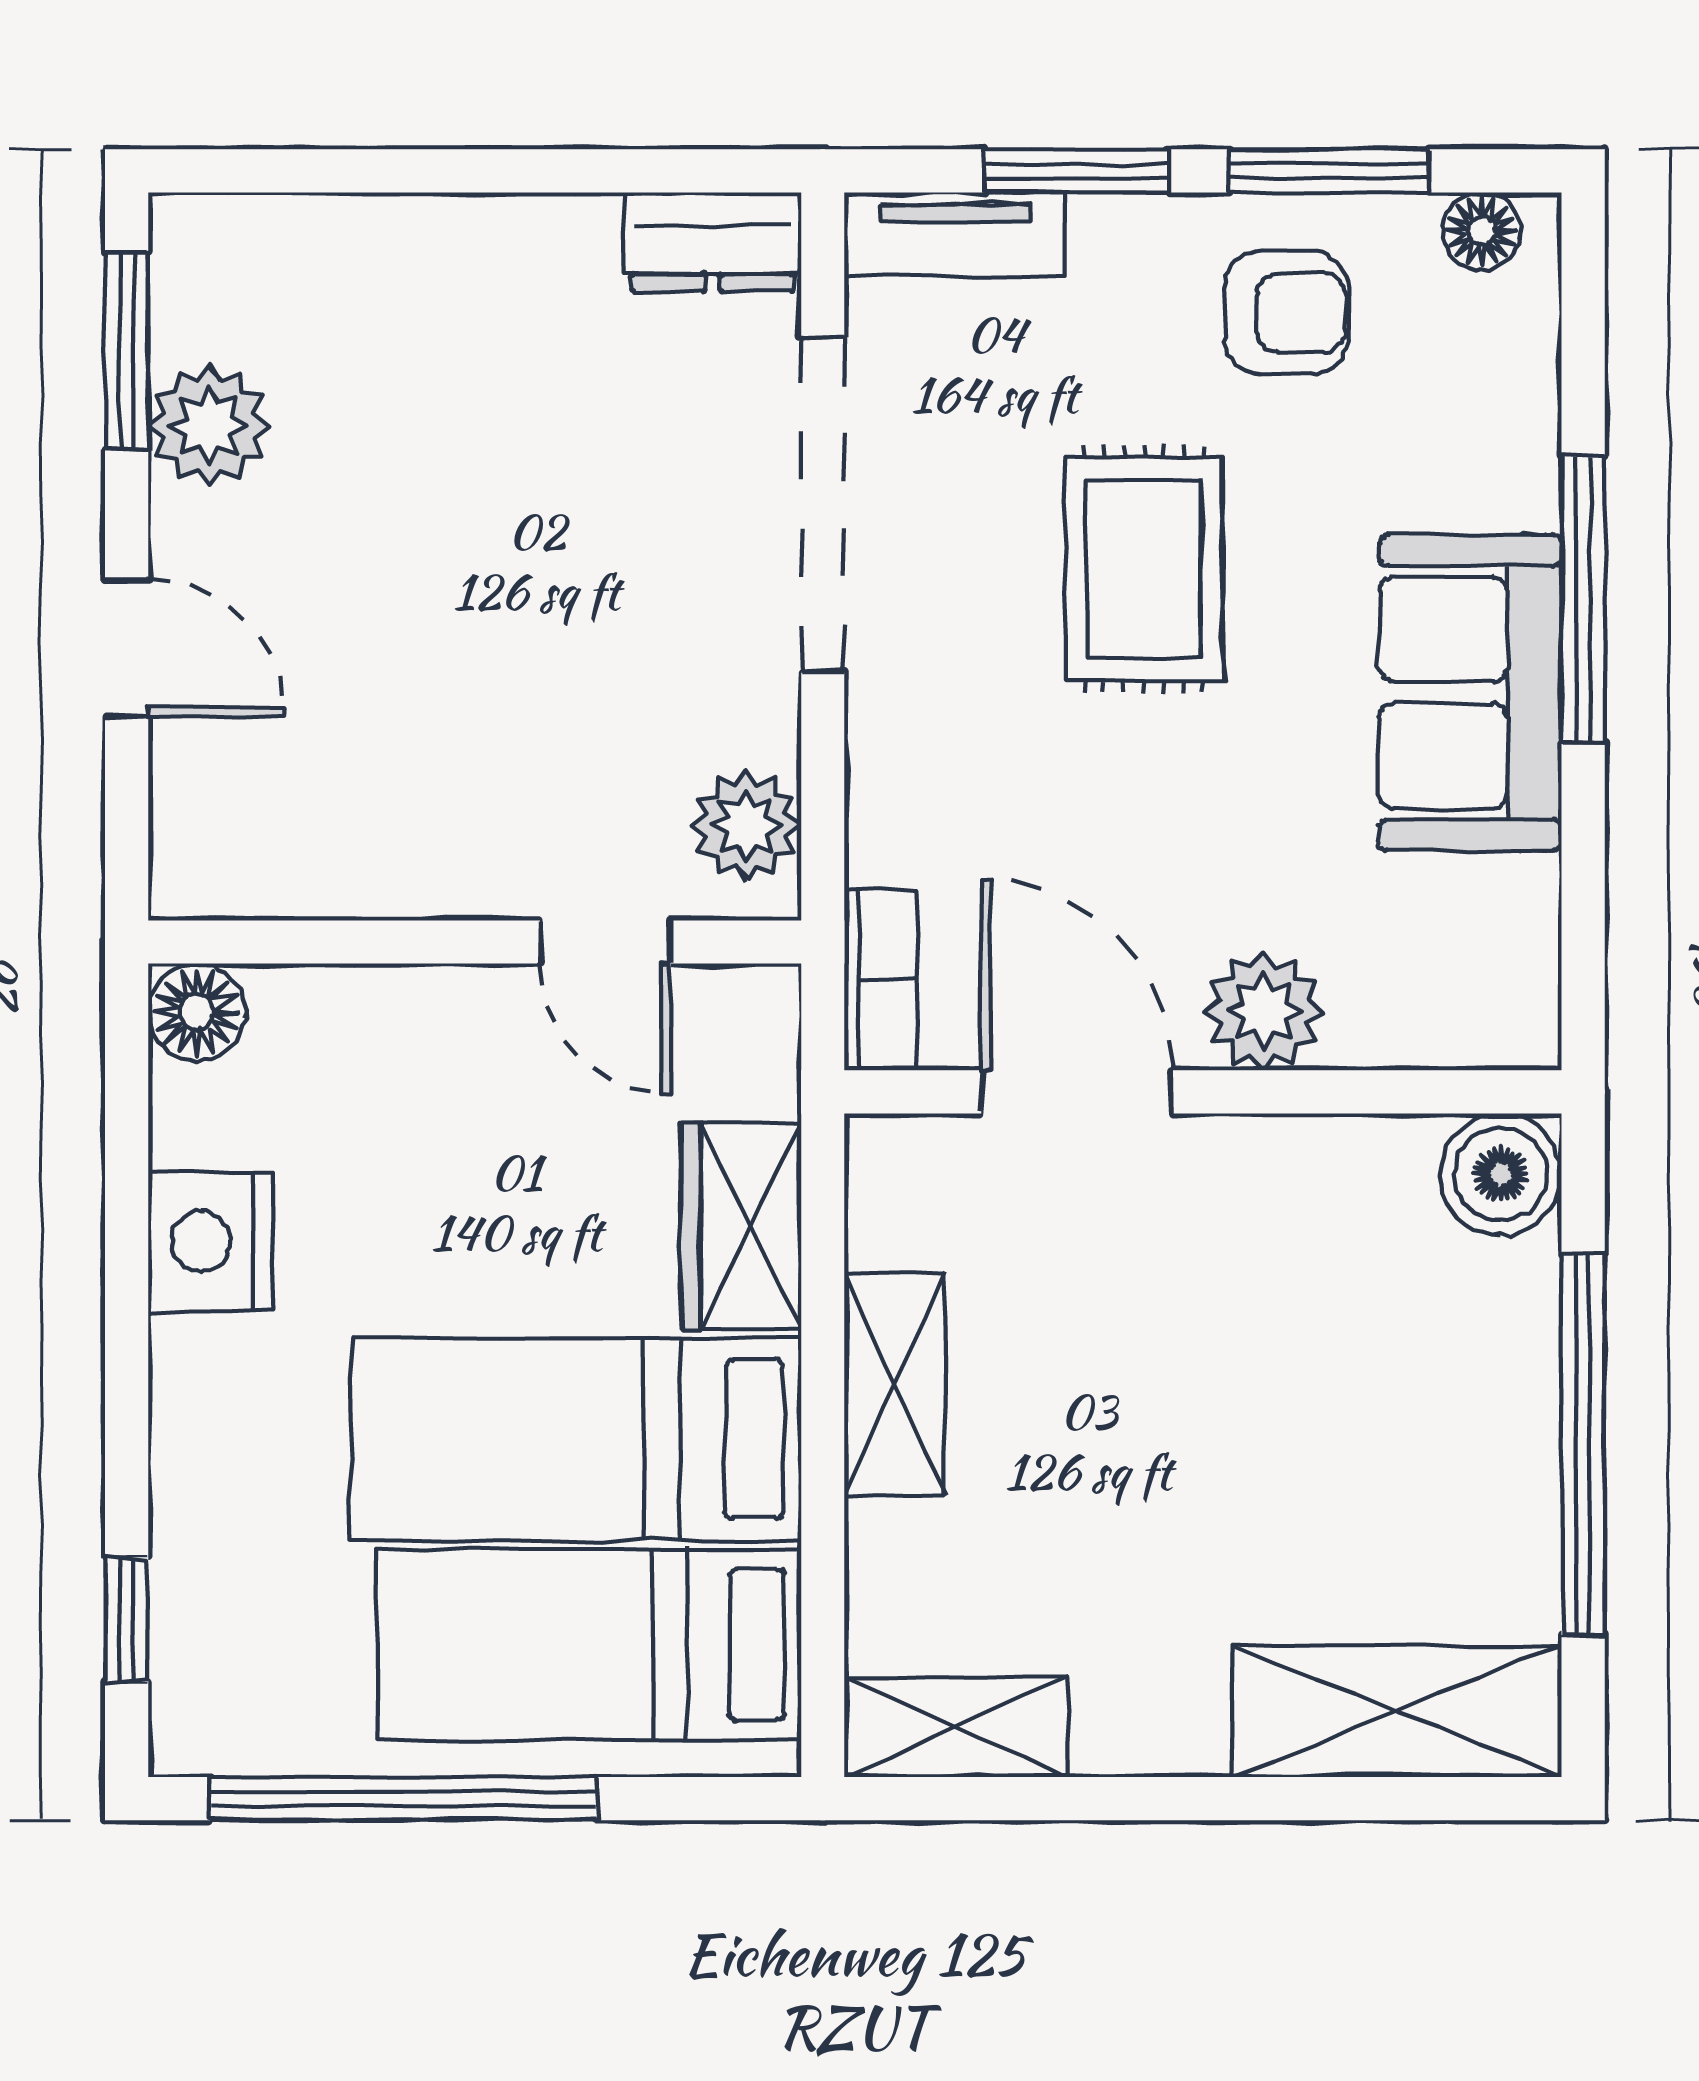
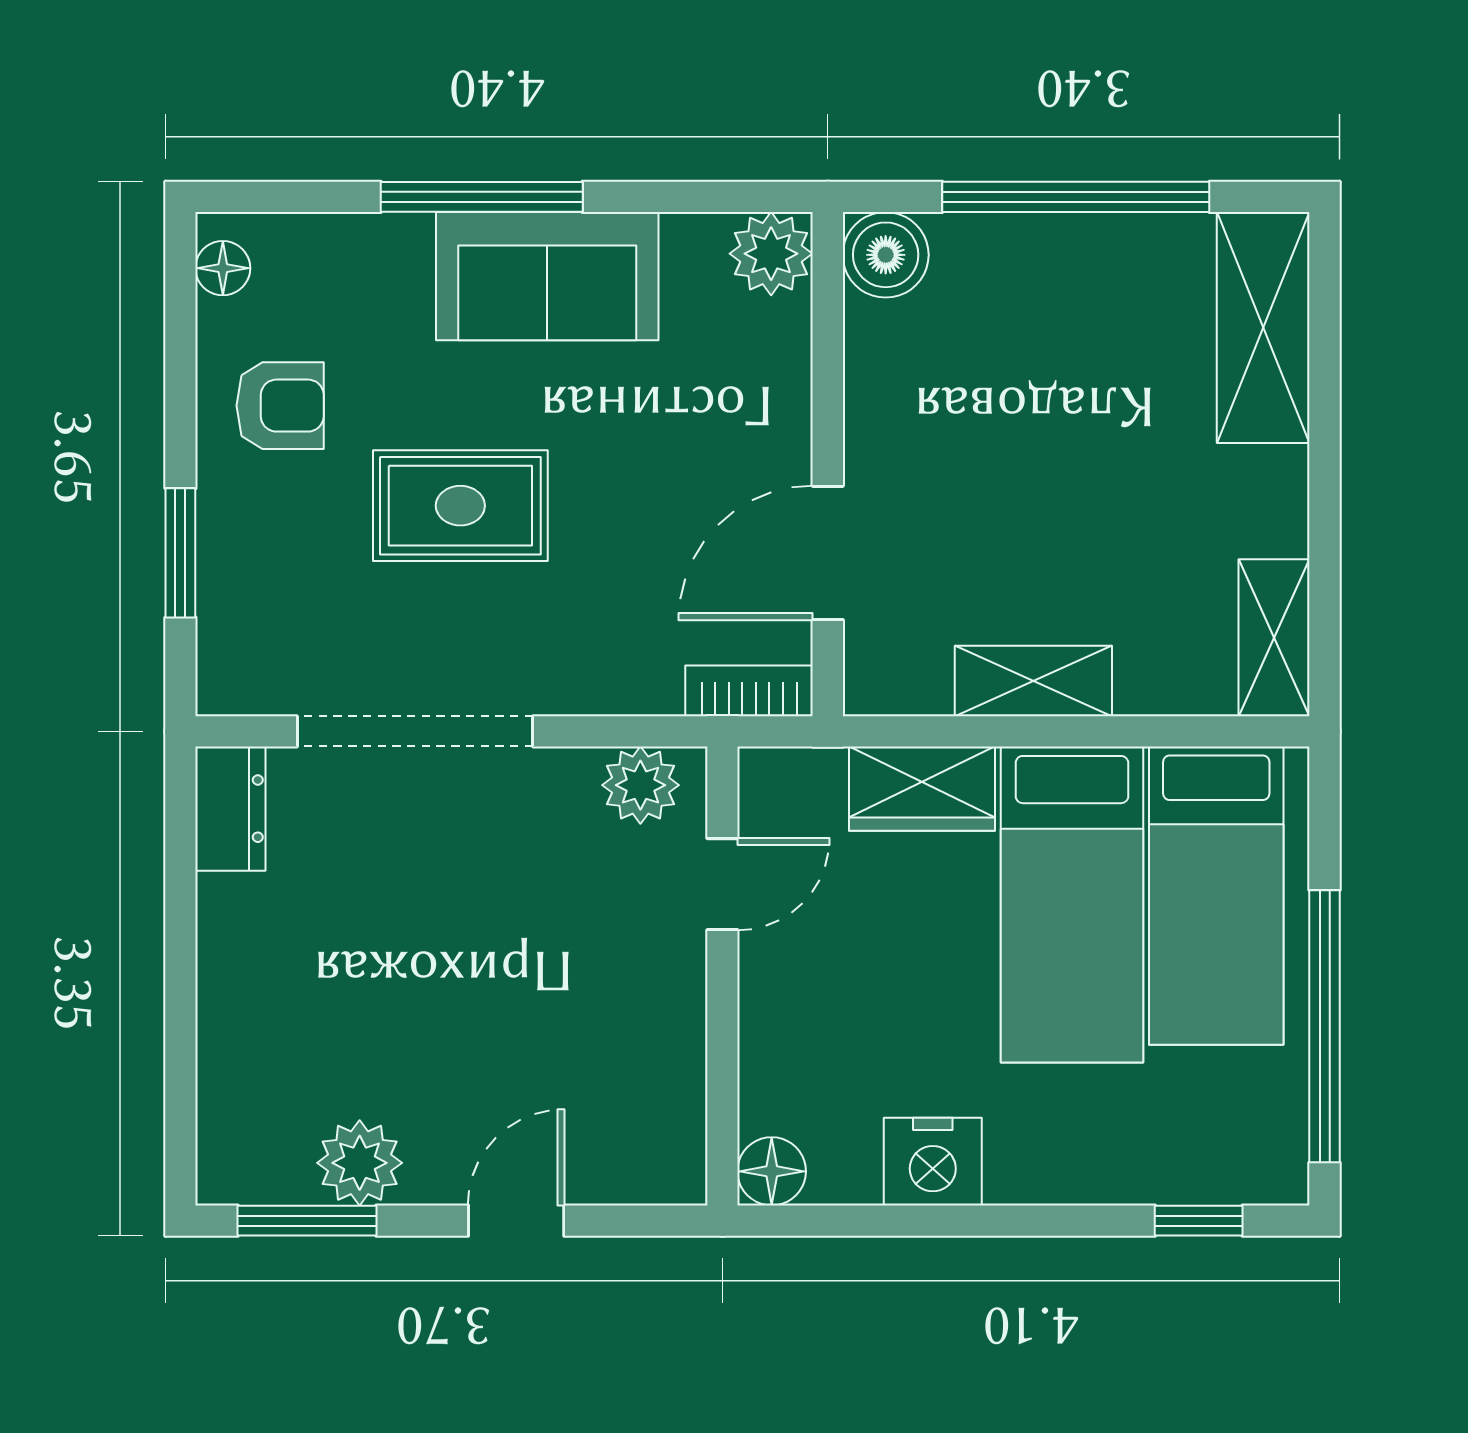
window: (1329, 171) -> (180, 376), removed
tv unit: (955, 235) -> (225, 639), removed
armchair: (1286, 313) -> (280, 406), turned 90
plant: (1264, 1011) -> (771, 254), moved

